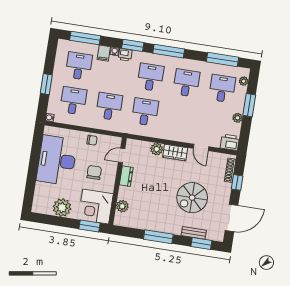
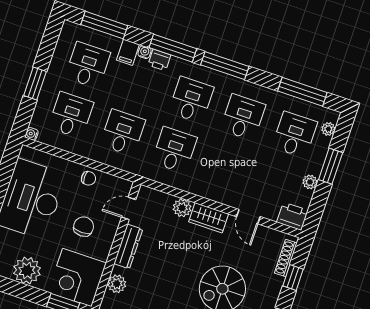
window: (133, 45) -> (173, 48), width x1.44
dresser: (126, 176) -> (128, 246), width x1.44

